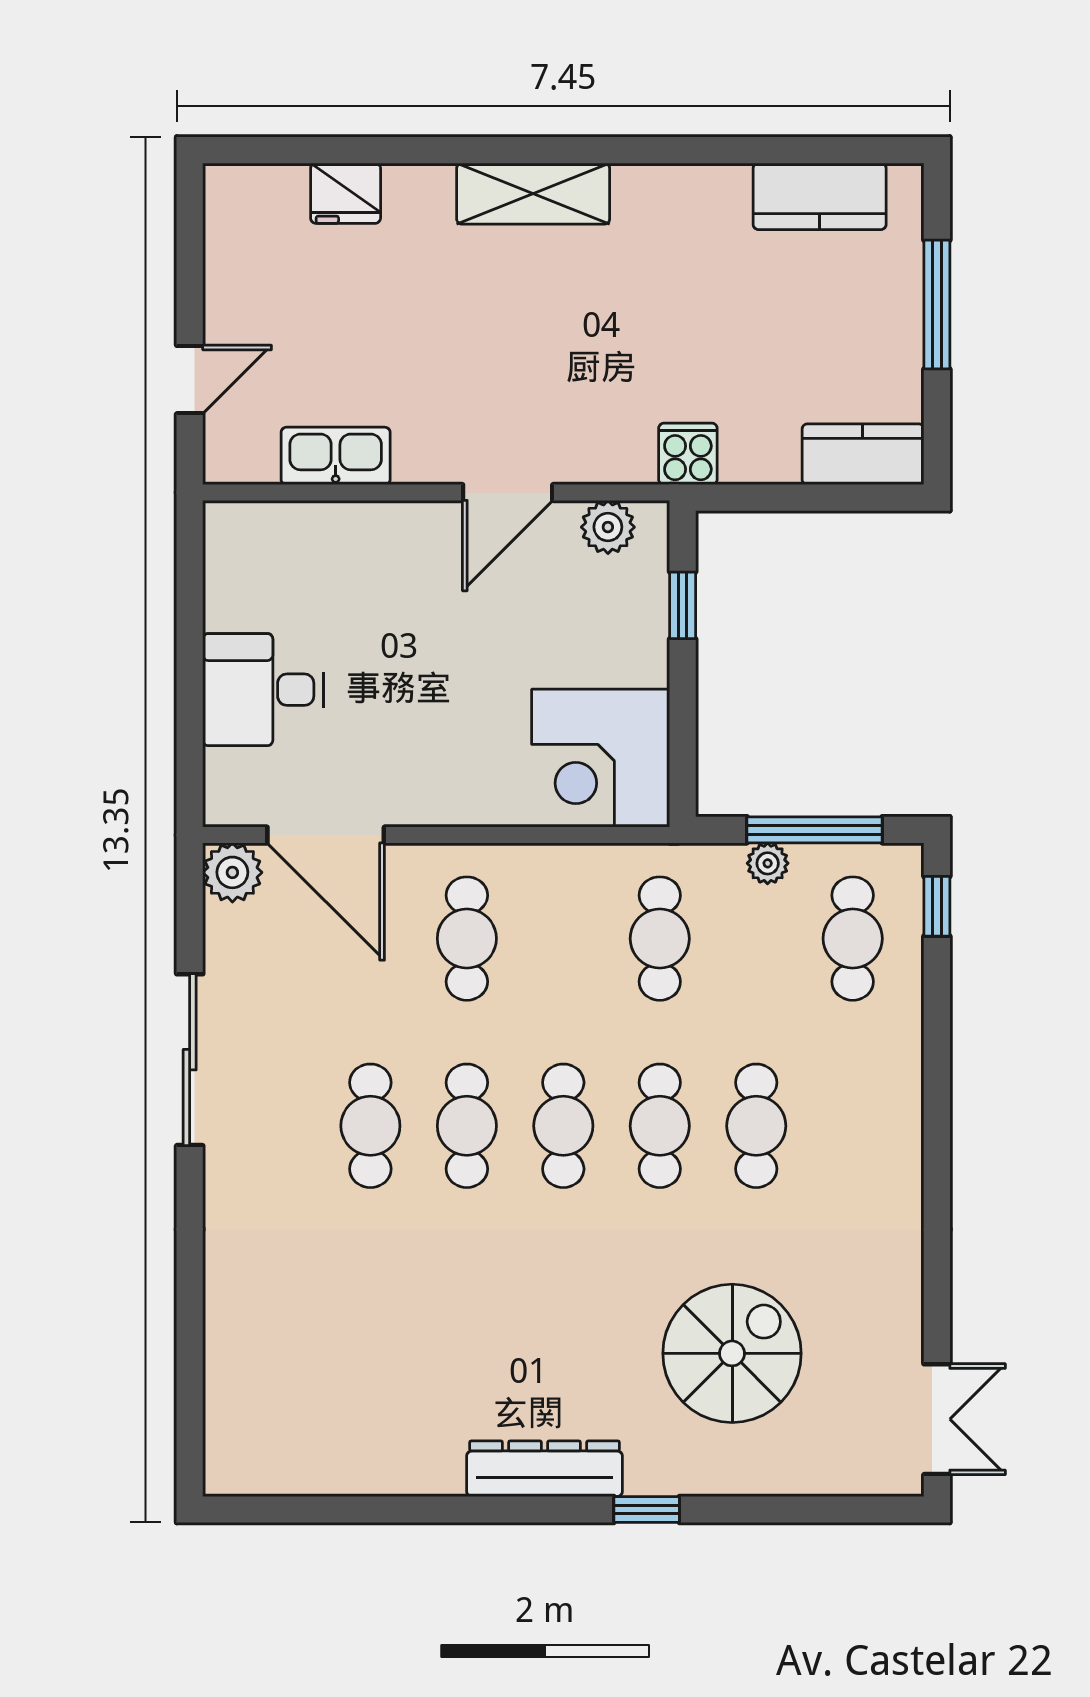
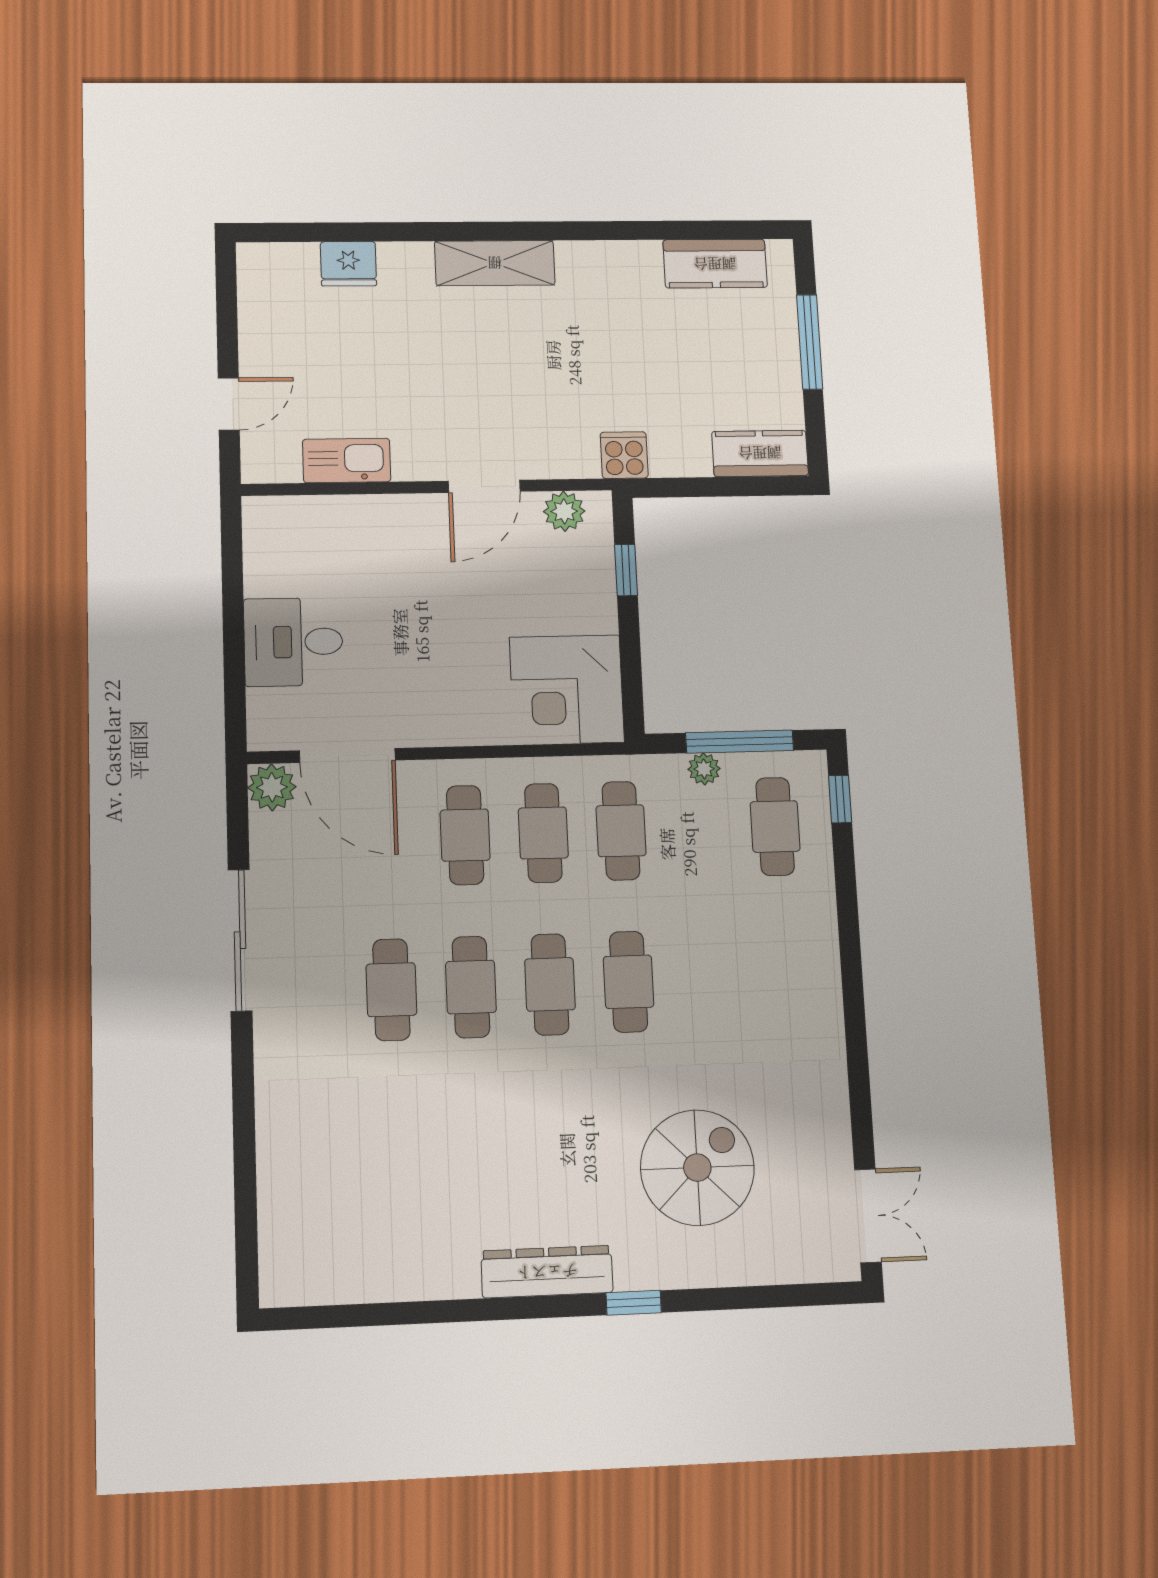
cafe table: (756, 1126) -> (543, 833), moved

